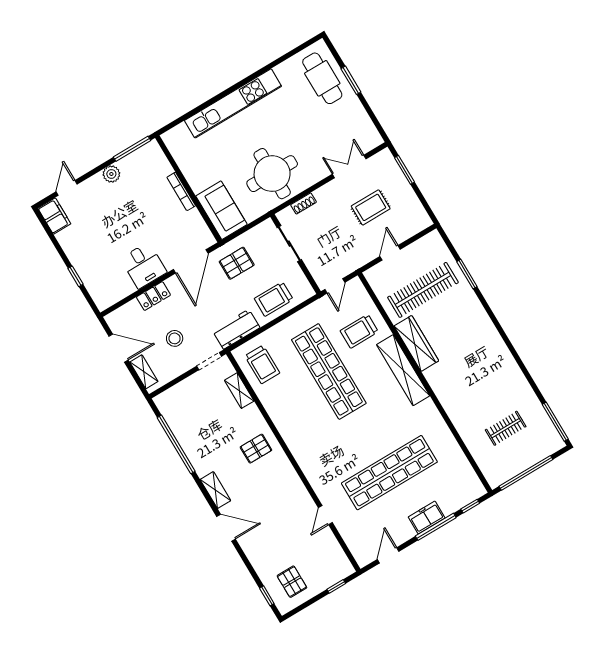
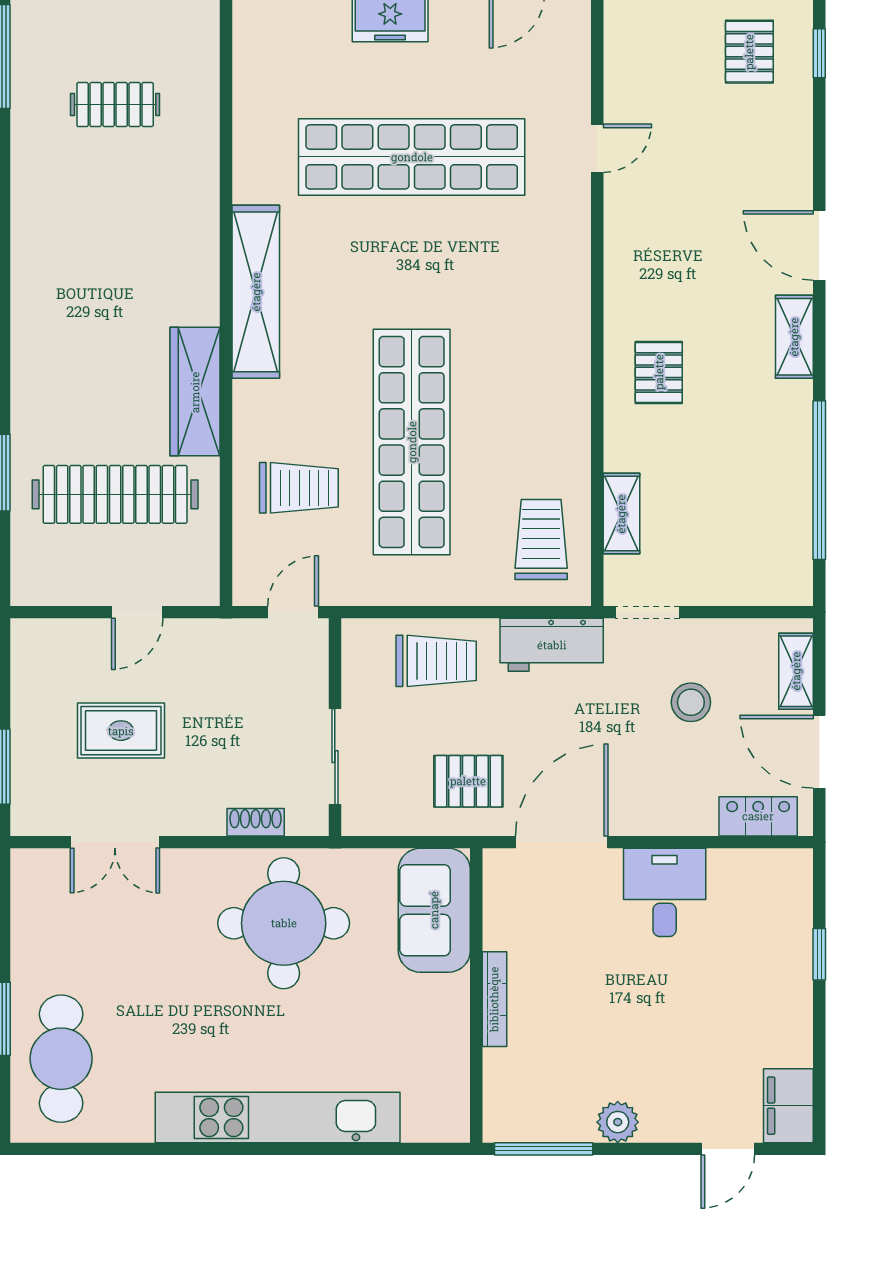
locker: (153, 296) -> (758, 816), moved
shelving: (403, 370) -> (256, 292), moved
pallet: (256, 449) -> (659, 372), turned 90

